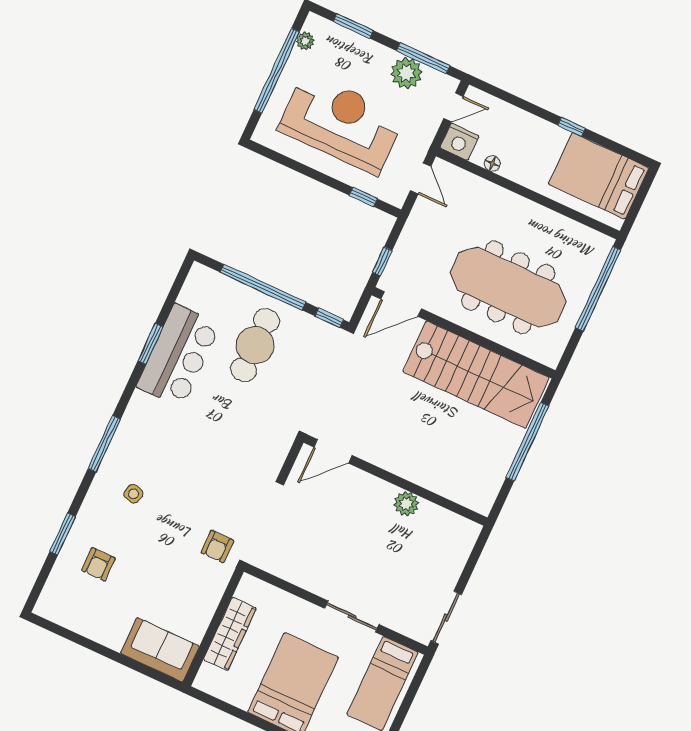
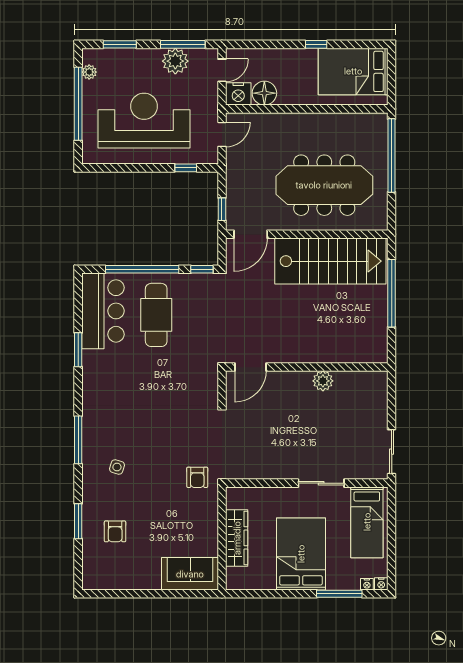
floor lamp: (492, 164) -> (264, 93), width x1.89, depth x1.89
door: (421, 178) -> (222, 134), hinge flipped
bar counter: (178, 356) -> (103, 311), moved

